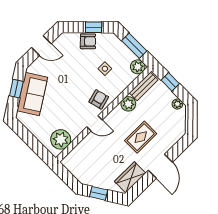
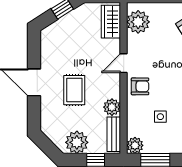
armchair: (99, 99) -> (140, 86), turned -75
plant: (177, 104) -> (77, 142), width x1.88, depth x1.88
wardrobe: (130, 177) -> (111, 22), moved, turned 180

